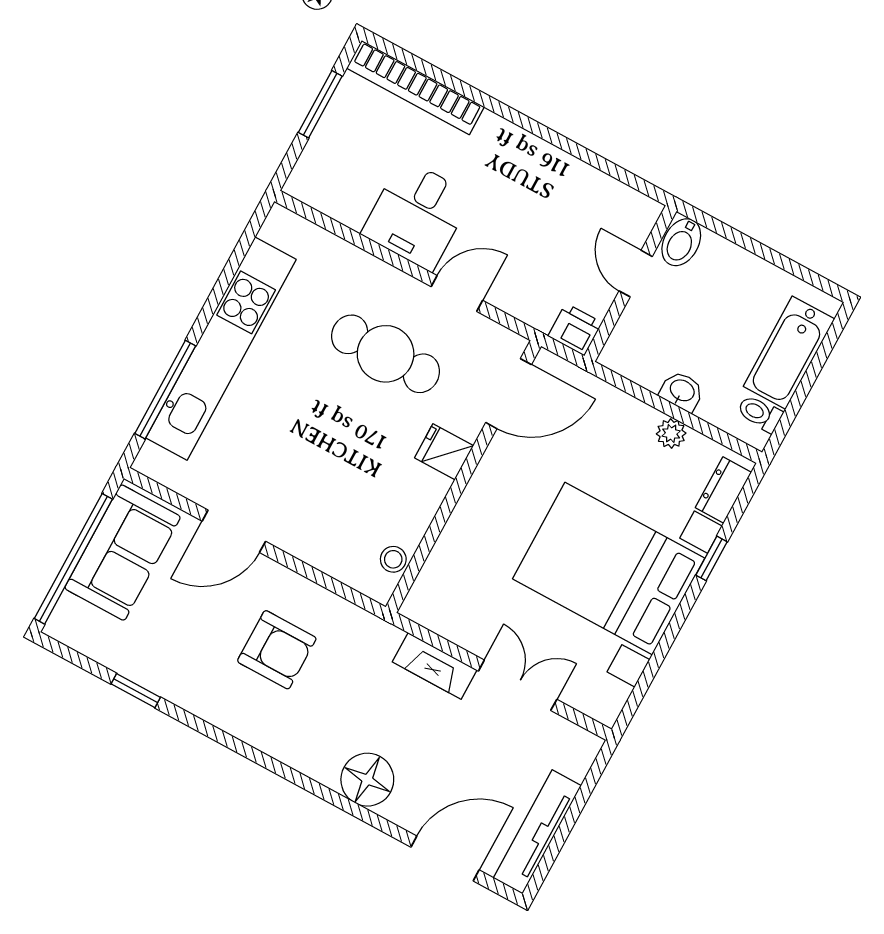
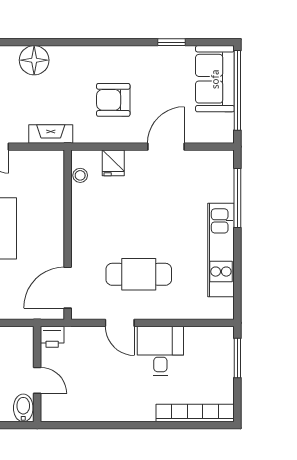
window: (320, 104) -> (237, 358), moved
door: (457, 293) -> (120, 323), hinge flipped
kitchen unit: (221, 349) -> (221, 250), width x0.73
fridge: (444, 452) -> (113, 163), moved, turned 90
sofa: (123, 553) -> (215, 79), moved
fireplace: (435, 666) -> (51, 134), moved

